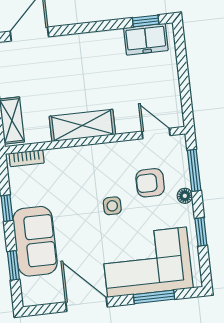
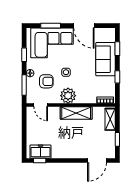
plant: (103, 159) -> (68, 96), added

